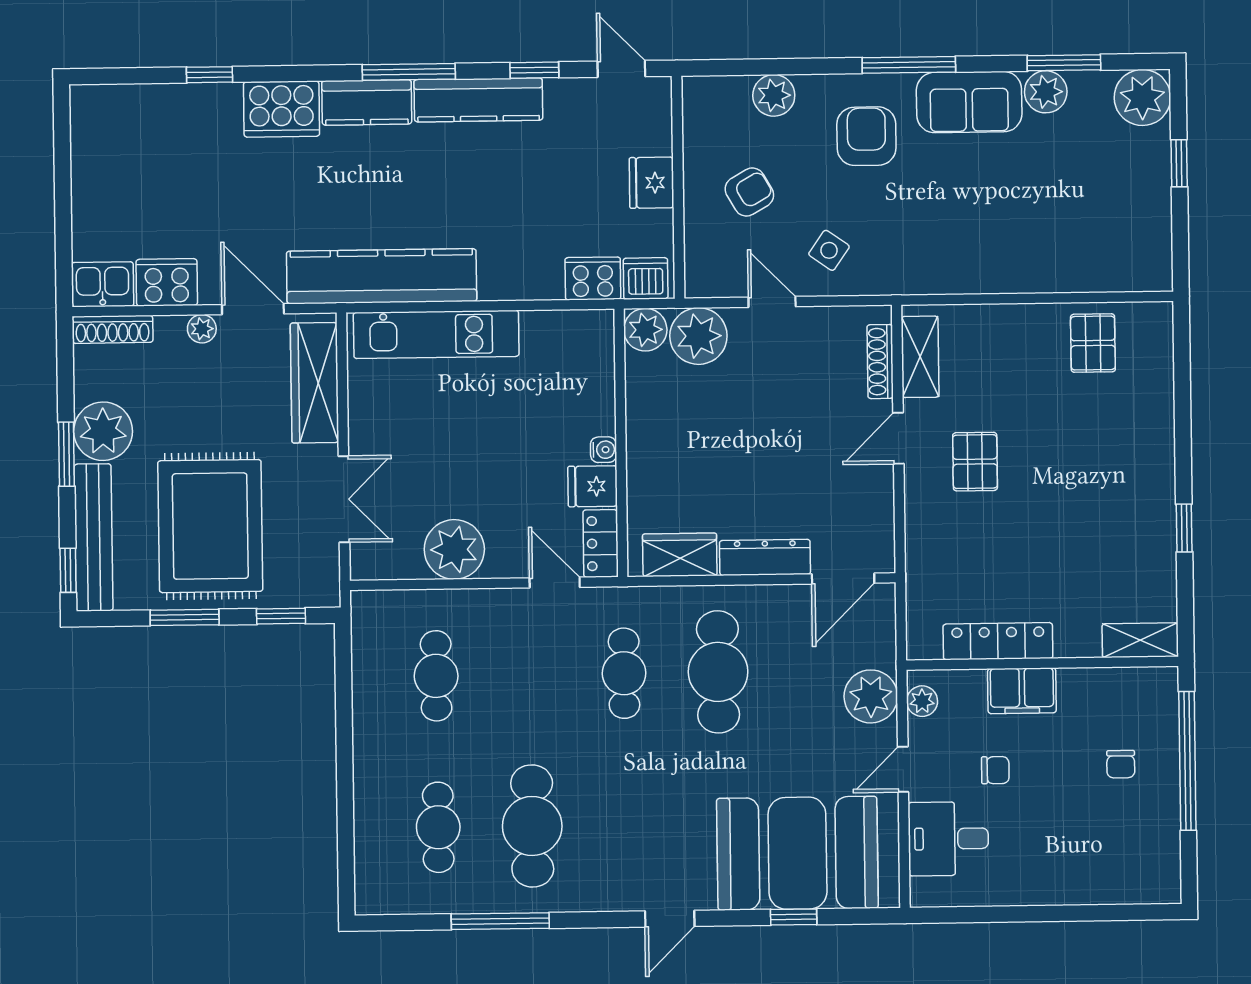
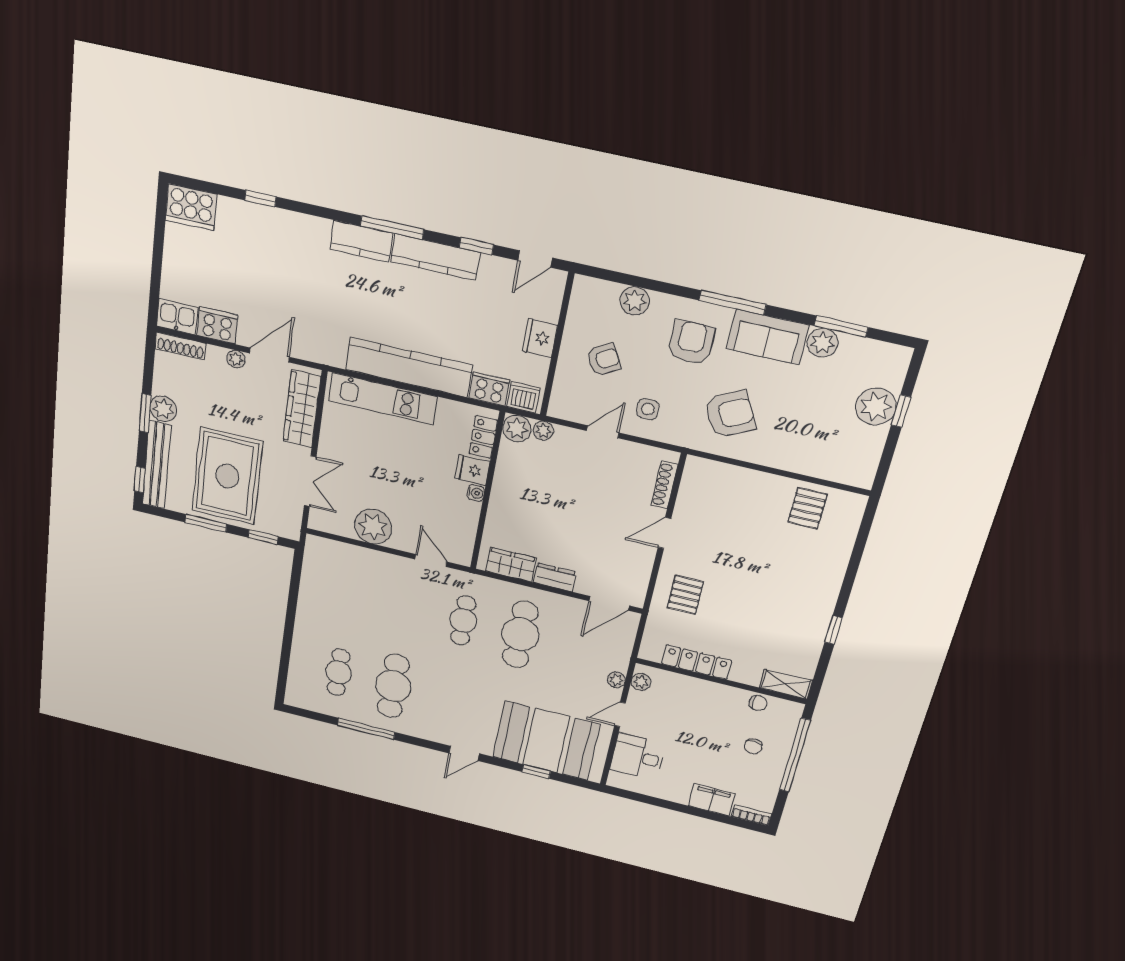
door: (621, 69) -> (535, 259), swing flipped
plant: (1142, 97) -> (876, 407), moved
cooker: (282, 109) -> (191, 207), moved
armchair: (946, 228) -> (730, 414), added
side table: (829, 250) -> (648, 409), turned -35
kitchen counter: (382, 276) -> (409, 367), moved
door: (772, 302) -> (603, 432), hinge flipped
door: (253, 309) -> (269, 355), hinge flipped
plant: (698, 336) -> (543, 431), width x0.53, depth x0.53
shelving: (920, 357) -> (691, 489), removed
plant: (103, 431) -> (163, 409), width x0.73, depth x0.73
pallet: (975, 462) -> (685, 595), moved
fridge: (592, 486) -> (472, 470), moved
locker: (601, 543) -> (483, 437), moved
dresser: (765, 557) -> (555, 577), width x0.70
cafe table: (436, 676) -> (350, 593), removed
filing cabinet: (1022, 691) -> (712, 800), moved, turned 180
plant: (871, 696) -> (616, 680), width x0.53, depth x0.53
chair: (995, 770) -> (758, 703), moved
bookcase: (1151, 892) -> (751, 815), added

